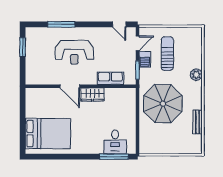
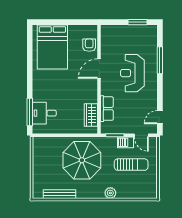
wardrobe: (92, 94) -> (91, 115), moved
armchair: (46, 96) -> (89, 45), added
bench: (197, 122) -> (59, 194), width x1.36

